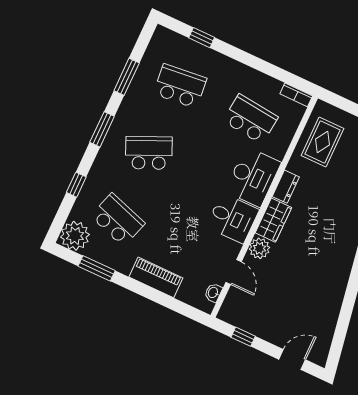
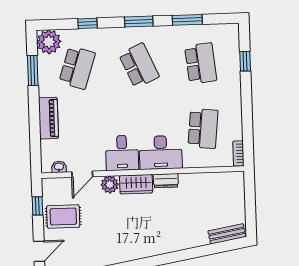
rug: (323, 142) -> (63, 217), moved
door: (292, 360) -> (39, 251), hinge flipped

